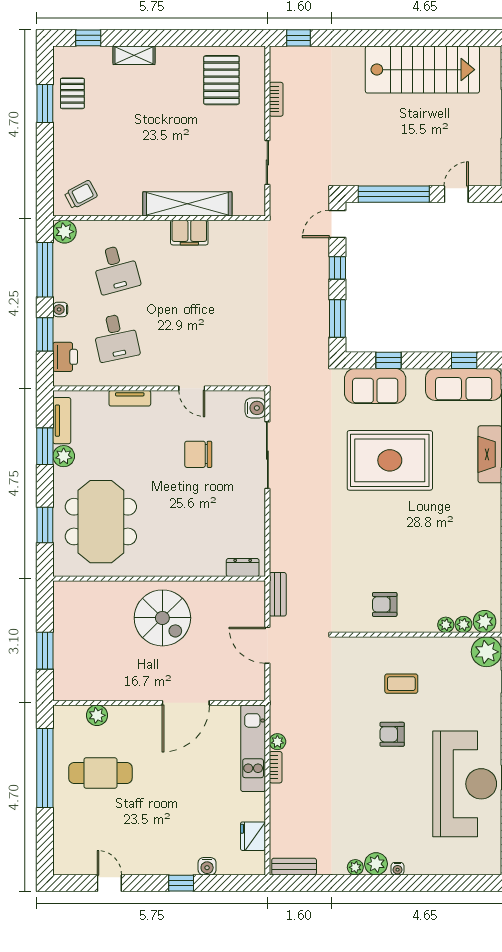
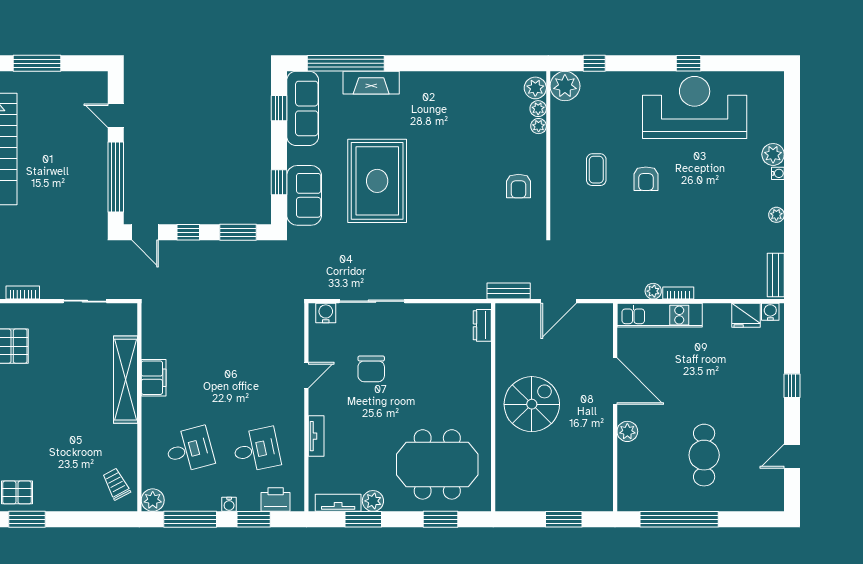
plant: (97, 715) -> (627, 431), moved
cafe table: (100, 773) -> (704, 455), moved
plant: (376, 864) -> (773, 154), moved
water cooler: (207, 866) -> (770, 312), moved, turned -90

